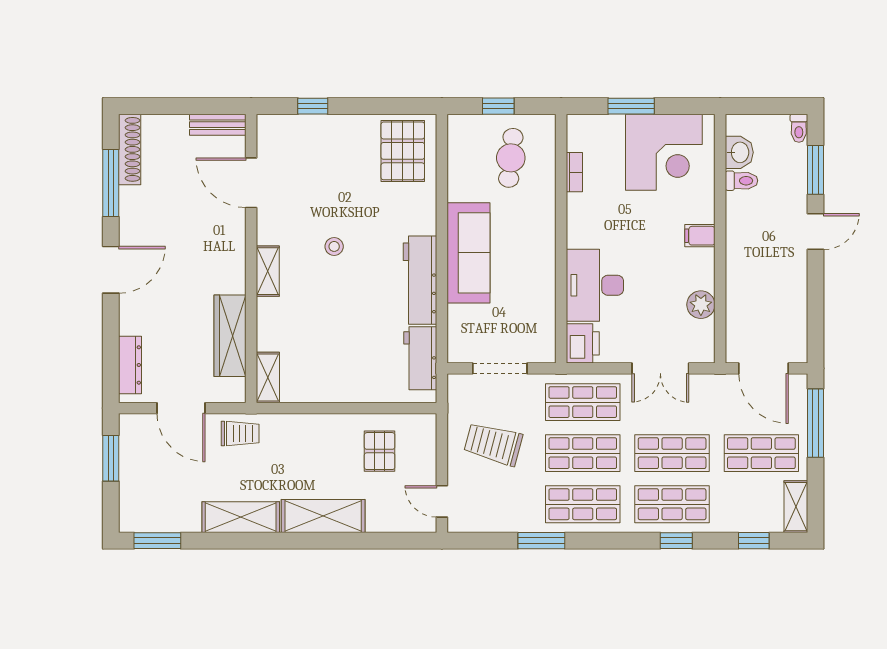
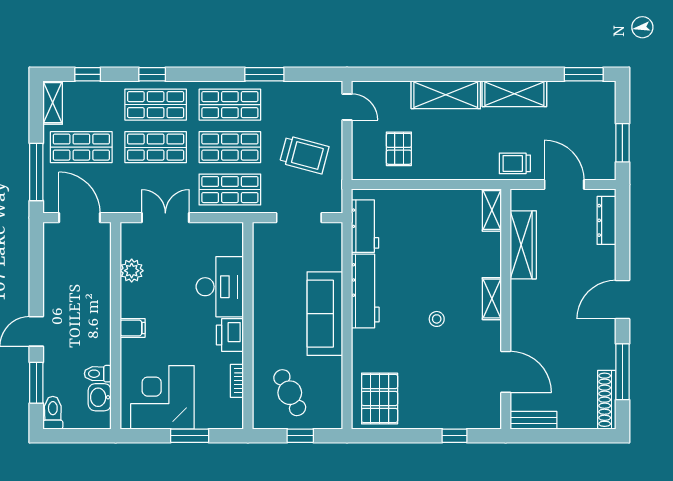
toilet: (799, 128) -> (53, 413), width x1.37, depth x1.39
cafe table: (511, 158) -> (290, 393), turned -33
printer: (583, 343) -> (230, 335), moved

